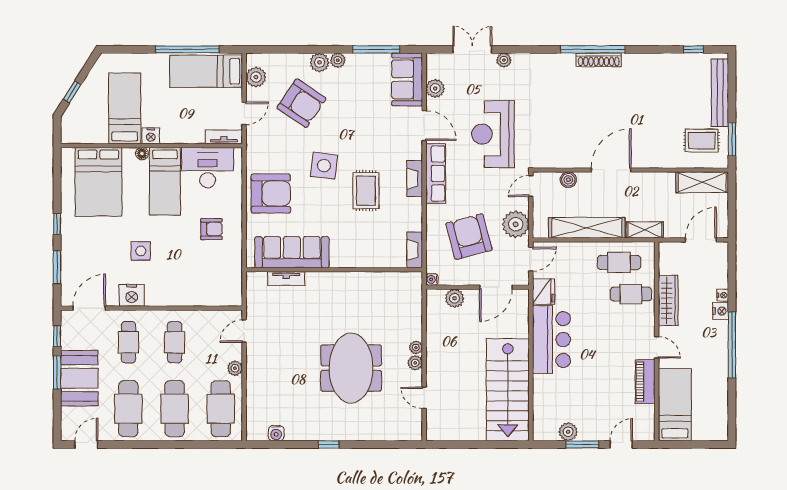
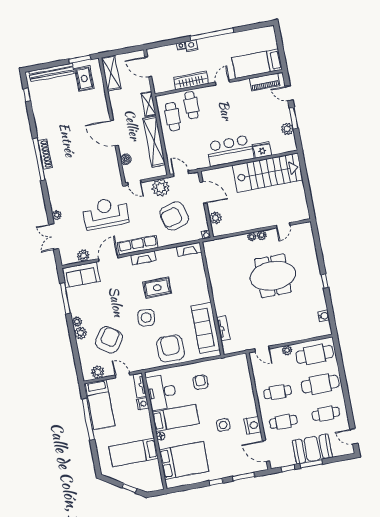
reception desk: (493, 134) -> (106, 213), turned 180
nightstand: (151, 136) -> (143, 404), moved
fridge: (544, 291) -> (262, 150), moved
piano: (645, 382) -> (265, 82), moved
cafe table: (128, 409) -> (326, 414), width x0.73, depth x0.74

